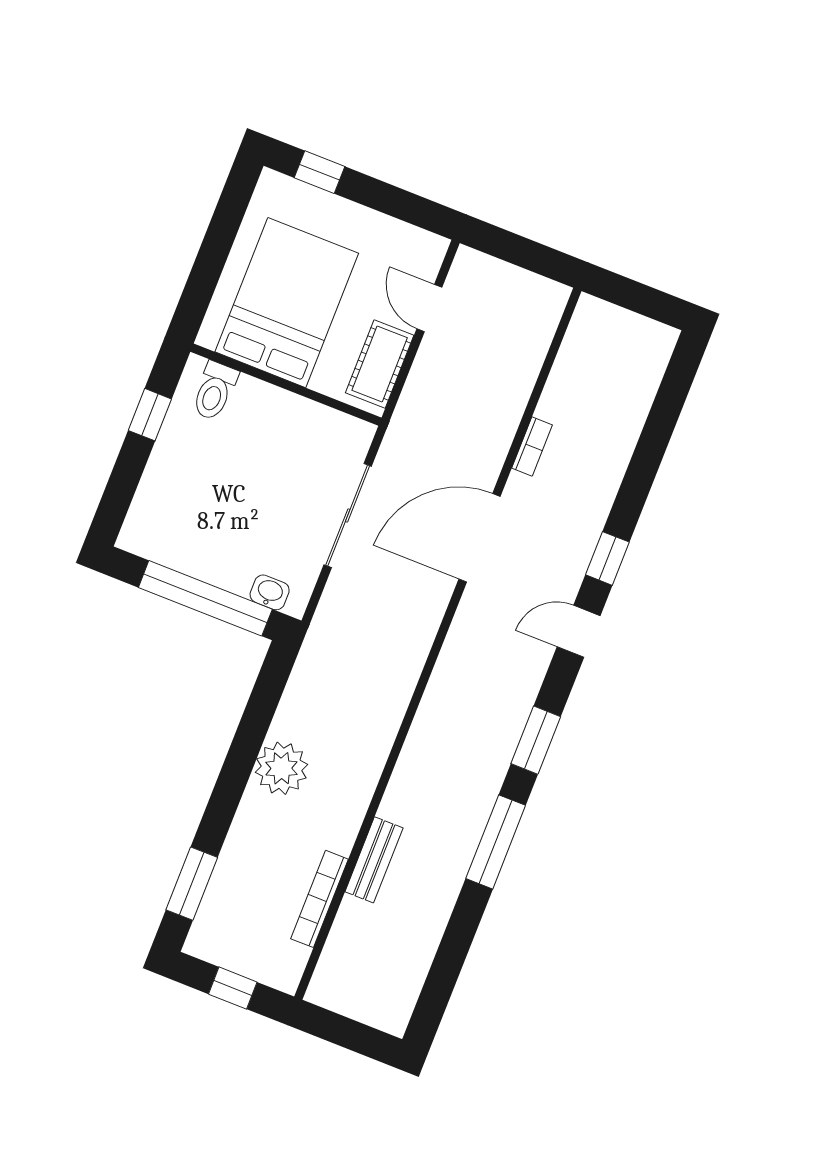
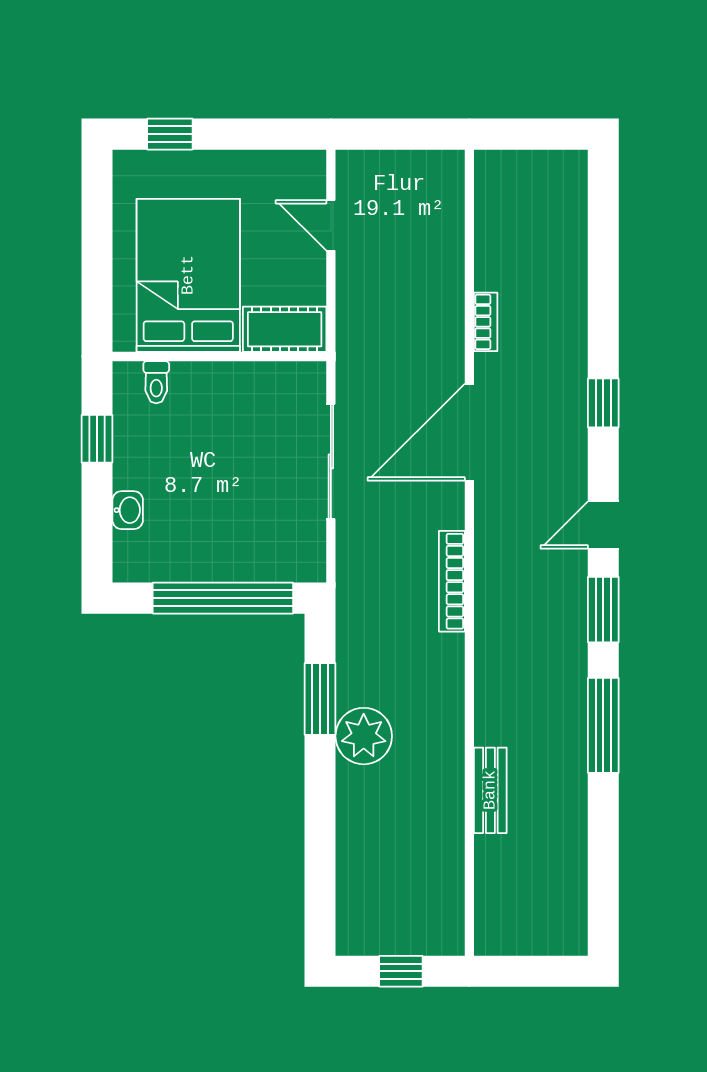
cot: (380, 364) -> (285, 329), moved, turned 90
toilet: (215, 391) -> (156, 382), width x0.73, depth x0.72
washbasin: (270, 592) -> (128, 510), moved, turned 90
door: (579, 631) -> (603, 525), moved
window: (192, 884) -> (320, 699), moved
bookcase: (319, 899) -> (452, 581), moved

